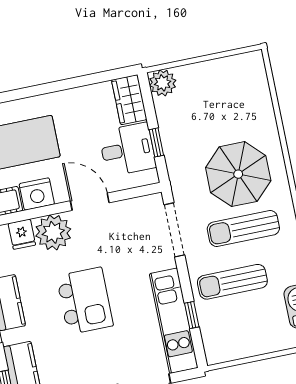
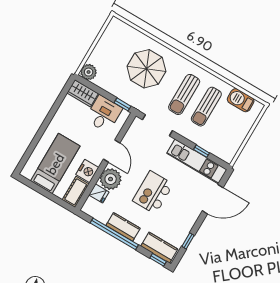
window: (156, 142) -> (122, 104), moved
parasol: (238, 174) -> (146, 69), moved
door: (90, 202) -> (112, 151), swing flipped
sun lounger: (232, 282) -> (206, 107), moved
kitchen island: (85, 301) -> (153, 192), turned -90

